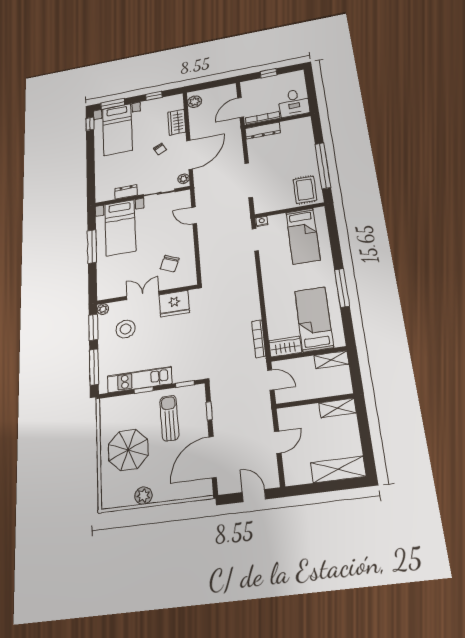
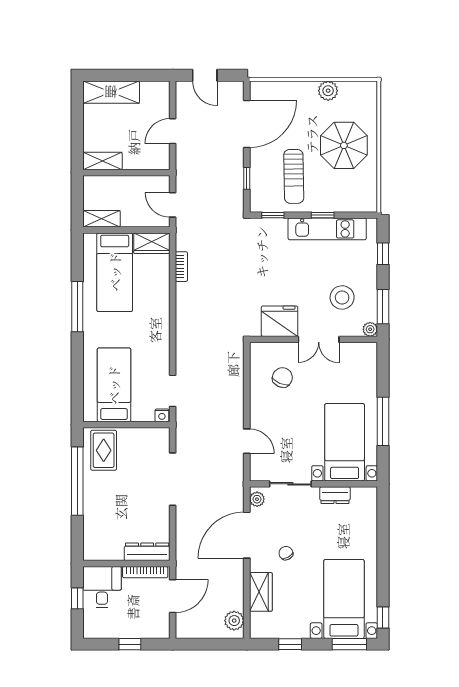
window: (311, 92) -> (77, 598), added
bookcase: (259, 339) -> (181, 267), width x0.64
window: (94, 367) -> (383, 254), width x0.46

